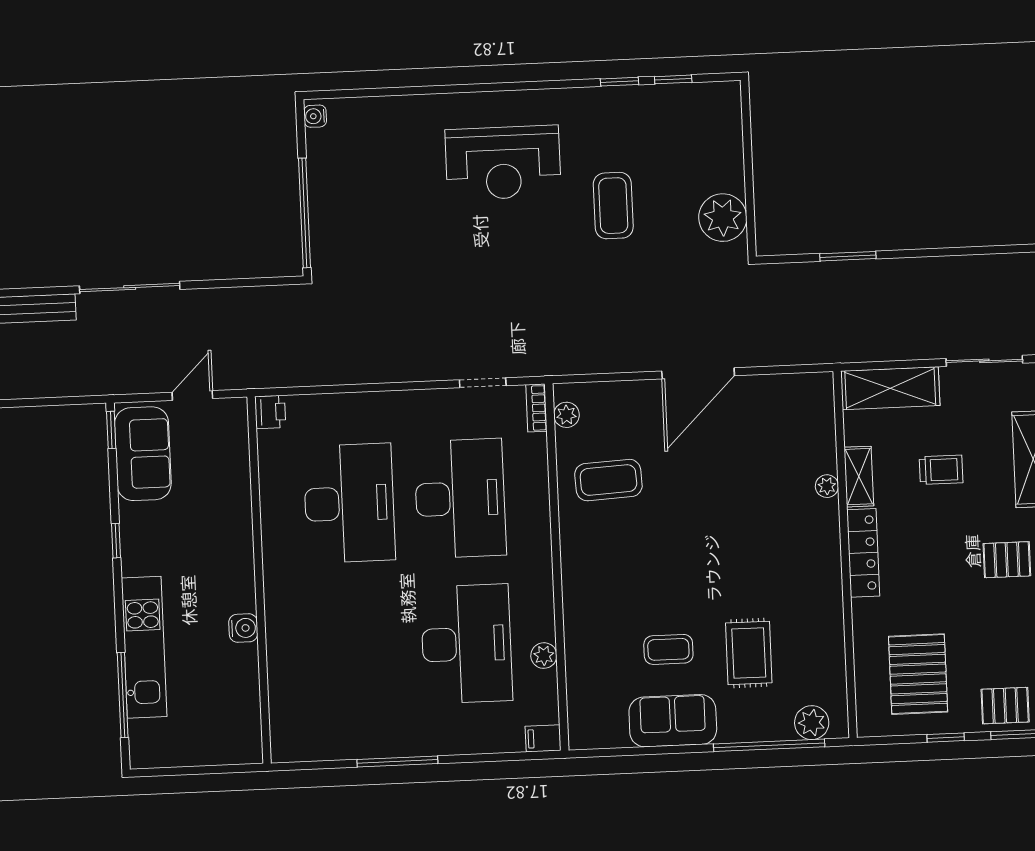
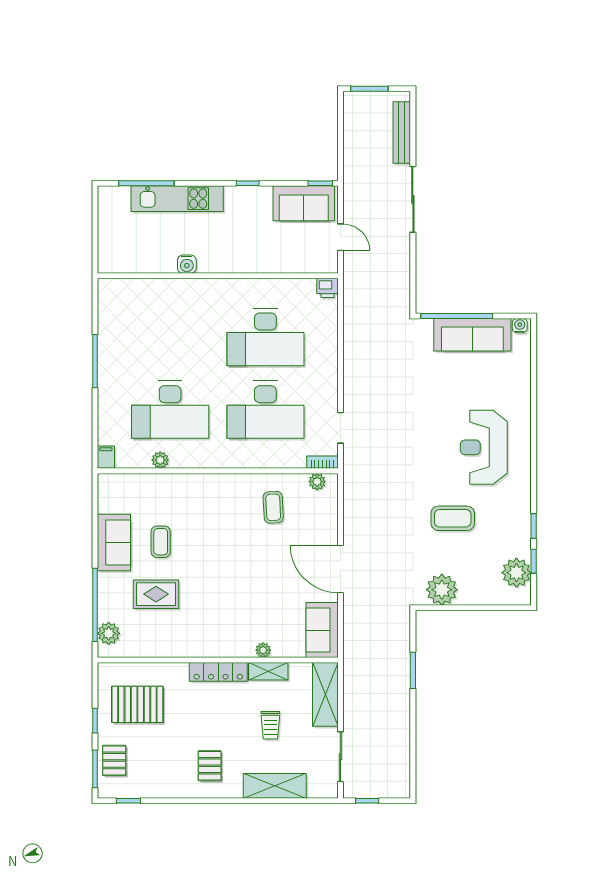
plant: (692, 105) -> (516, 573), added
sofa: (332, 188) -> (472, 335), added
sofa: (792, 397) -> (322, 630), added
coffee table: (608, 480) -> (273, 507), width x0.73, depth x0.77

